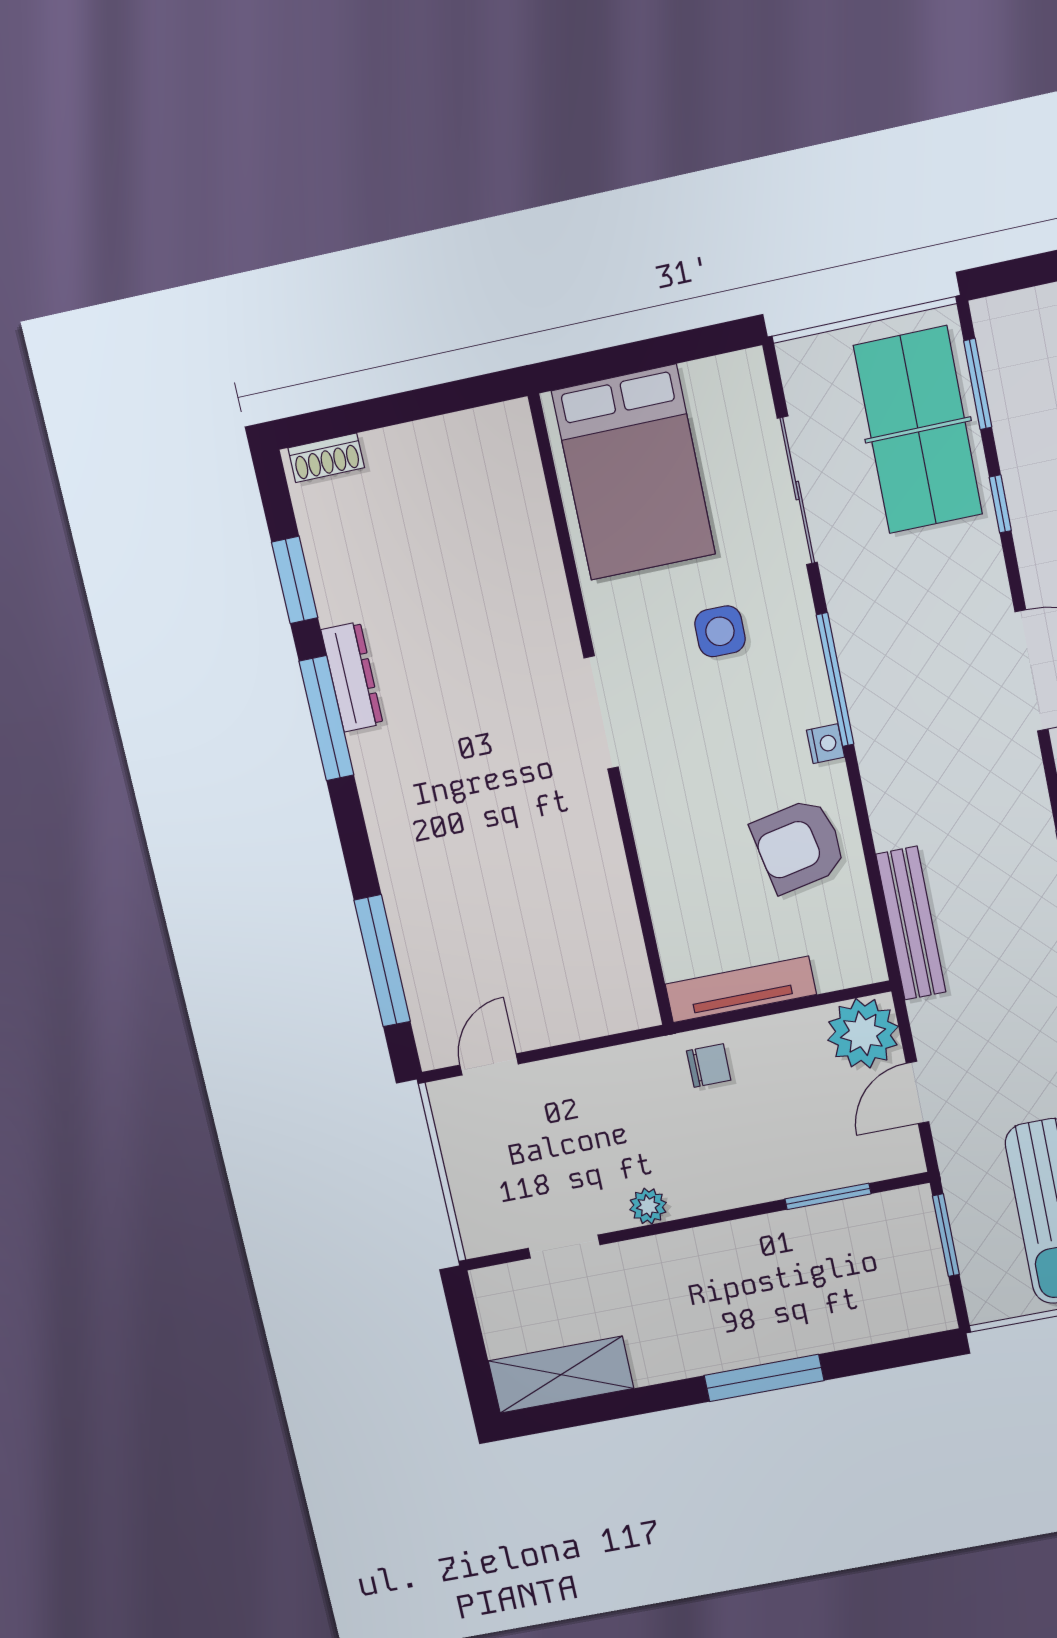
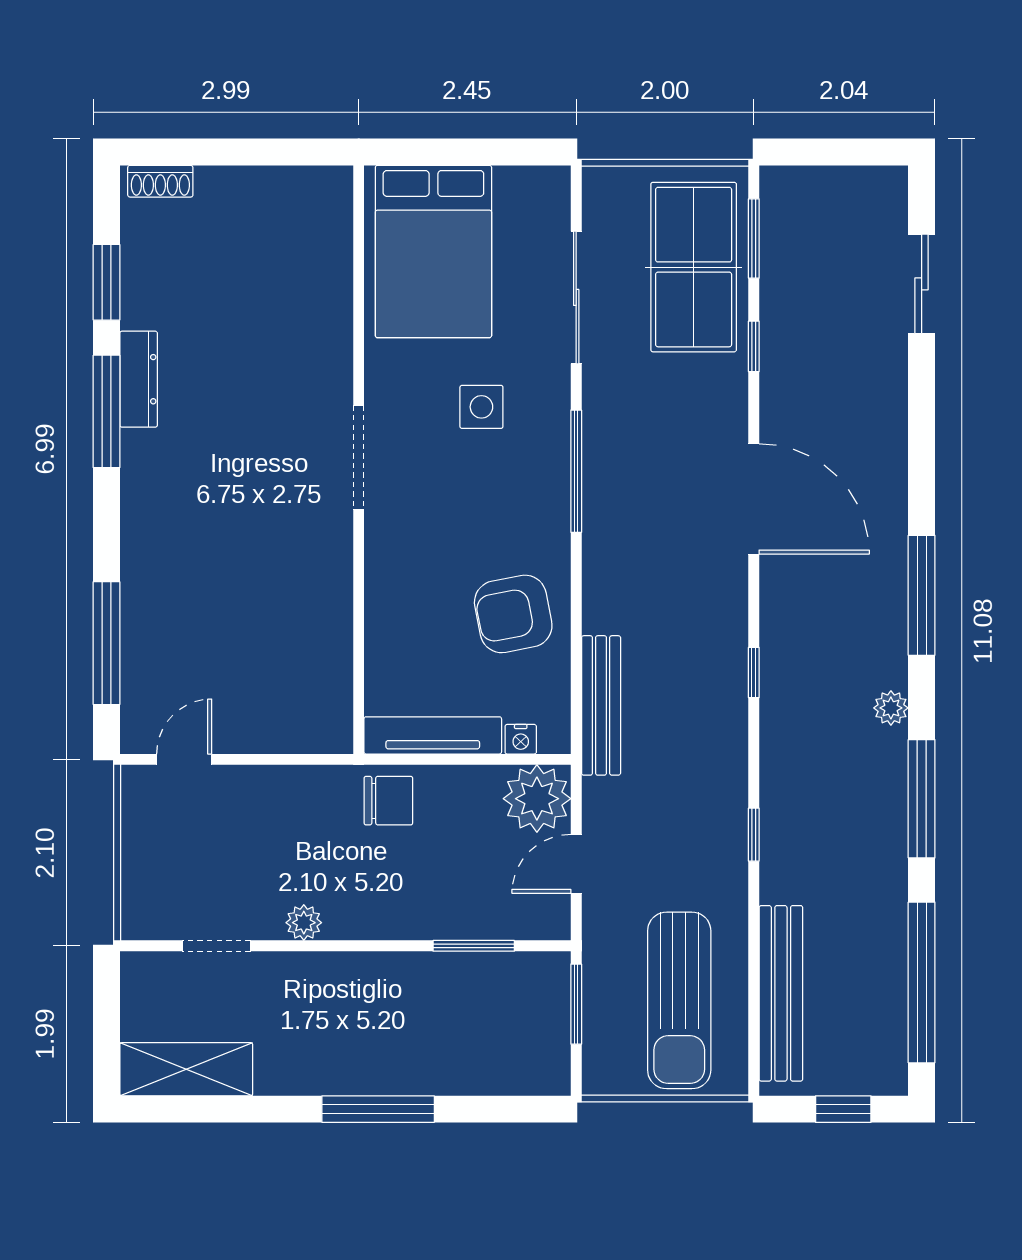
nightstand: (826, 744) -> (521, 739), moved, turned 90
chair: (709, 1066) -> (388, 801), width x1.37, depth x1.37

